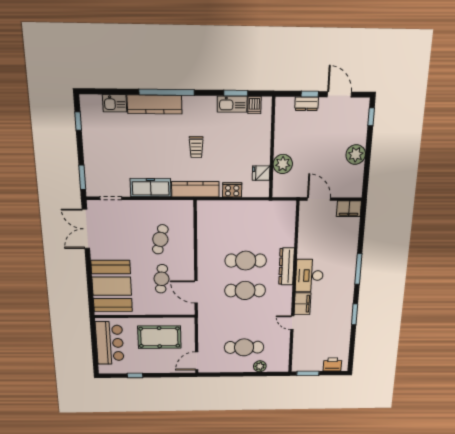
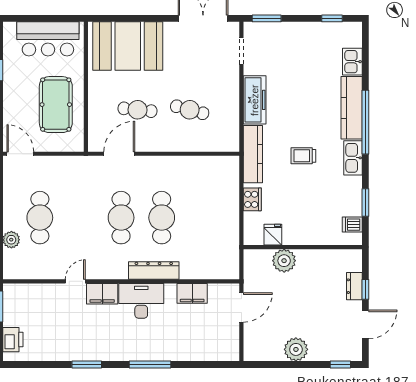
kitchen sink: (232, 104) -> (353, 158), moved
filing cabinet: (349, 209) -> (192, 293), moved, turned -90

